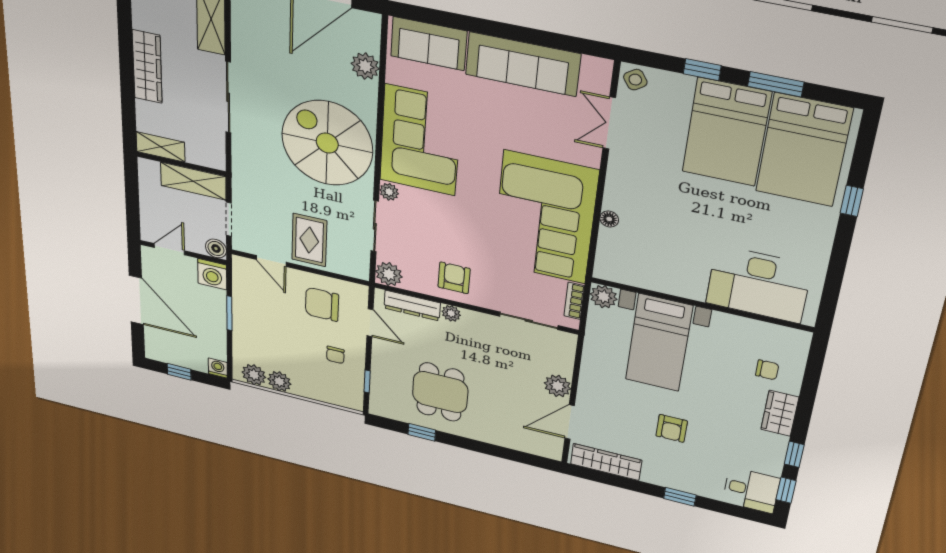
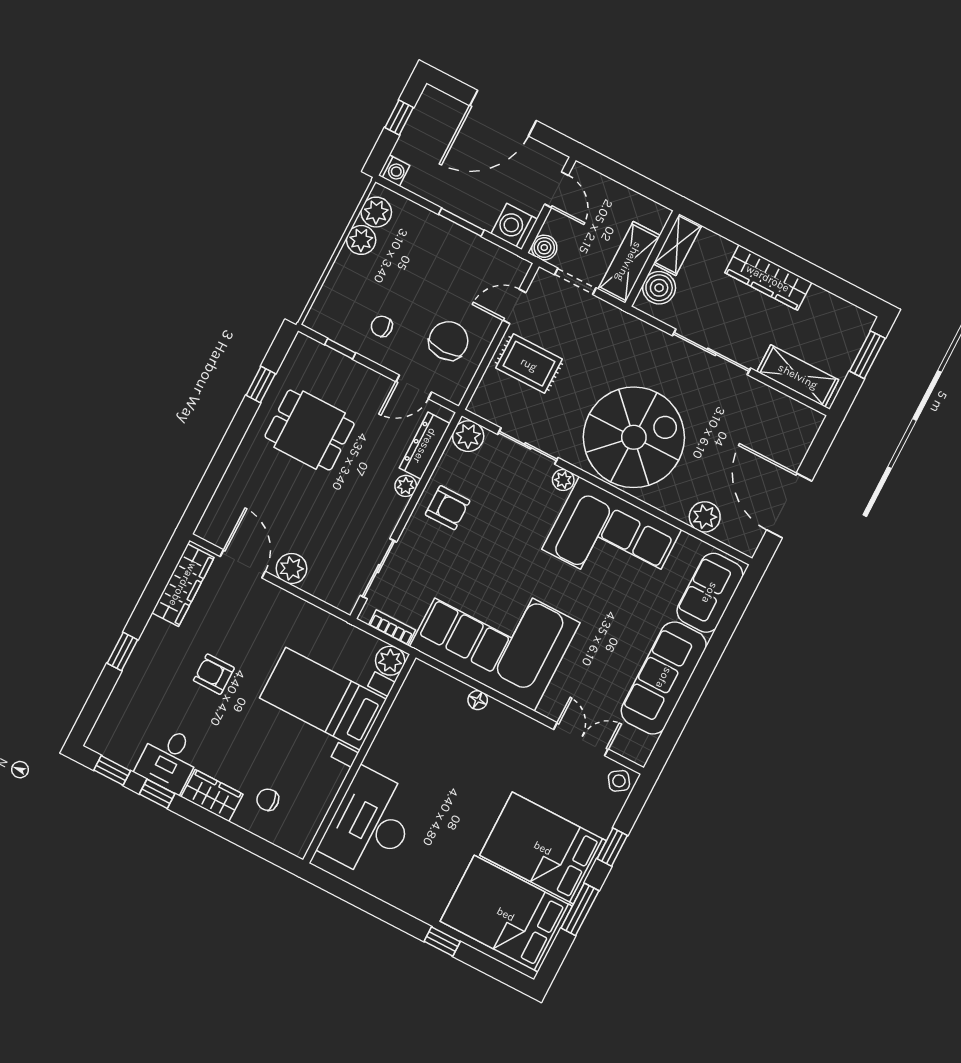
boiler: (200, 153) -> (659, 288), added
chair: (767, 370) -> (268, 800), turned 84
desk: (751, 490) -> (169, 759), moved

